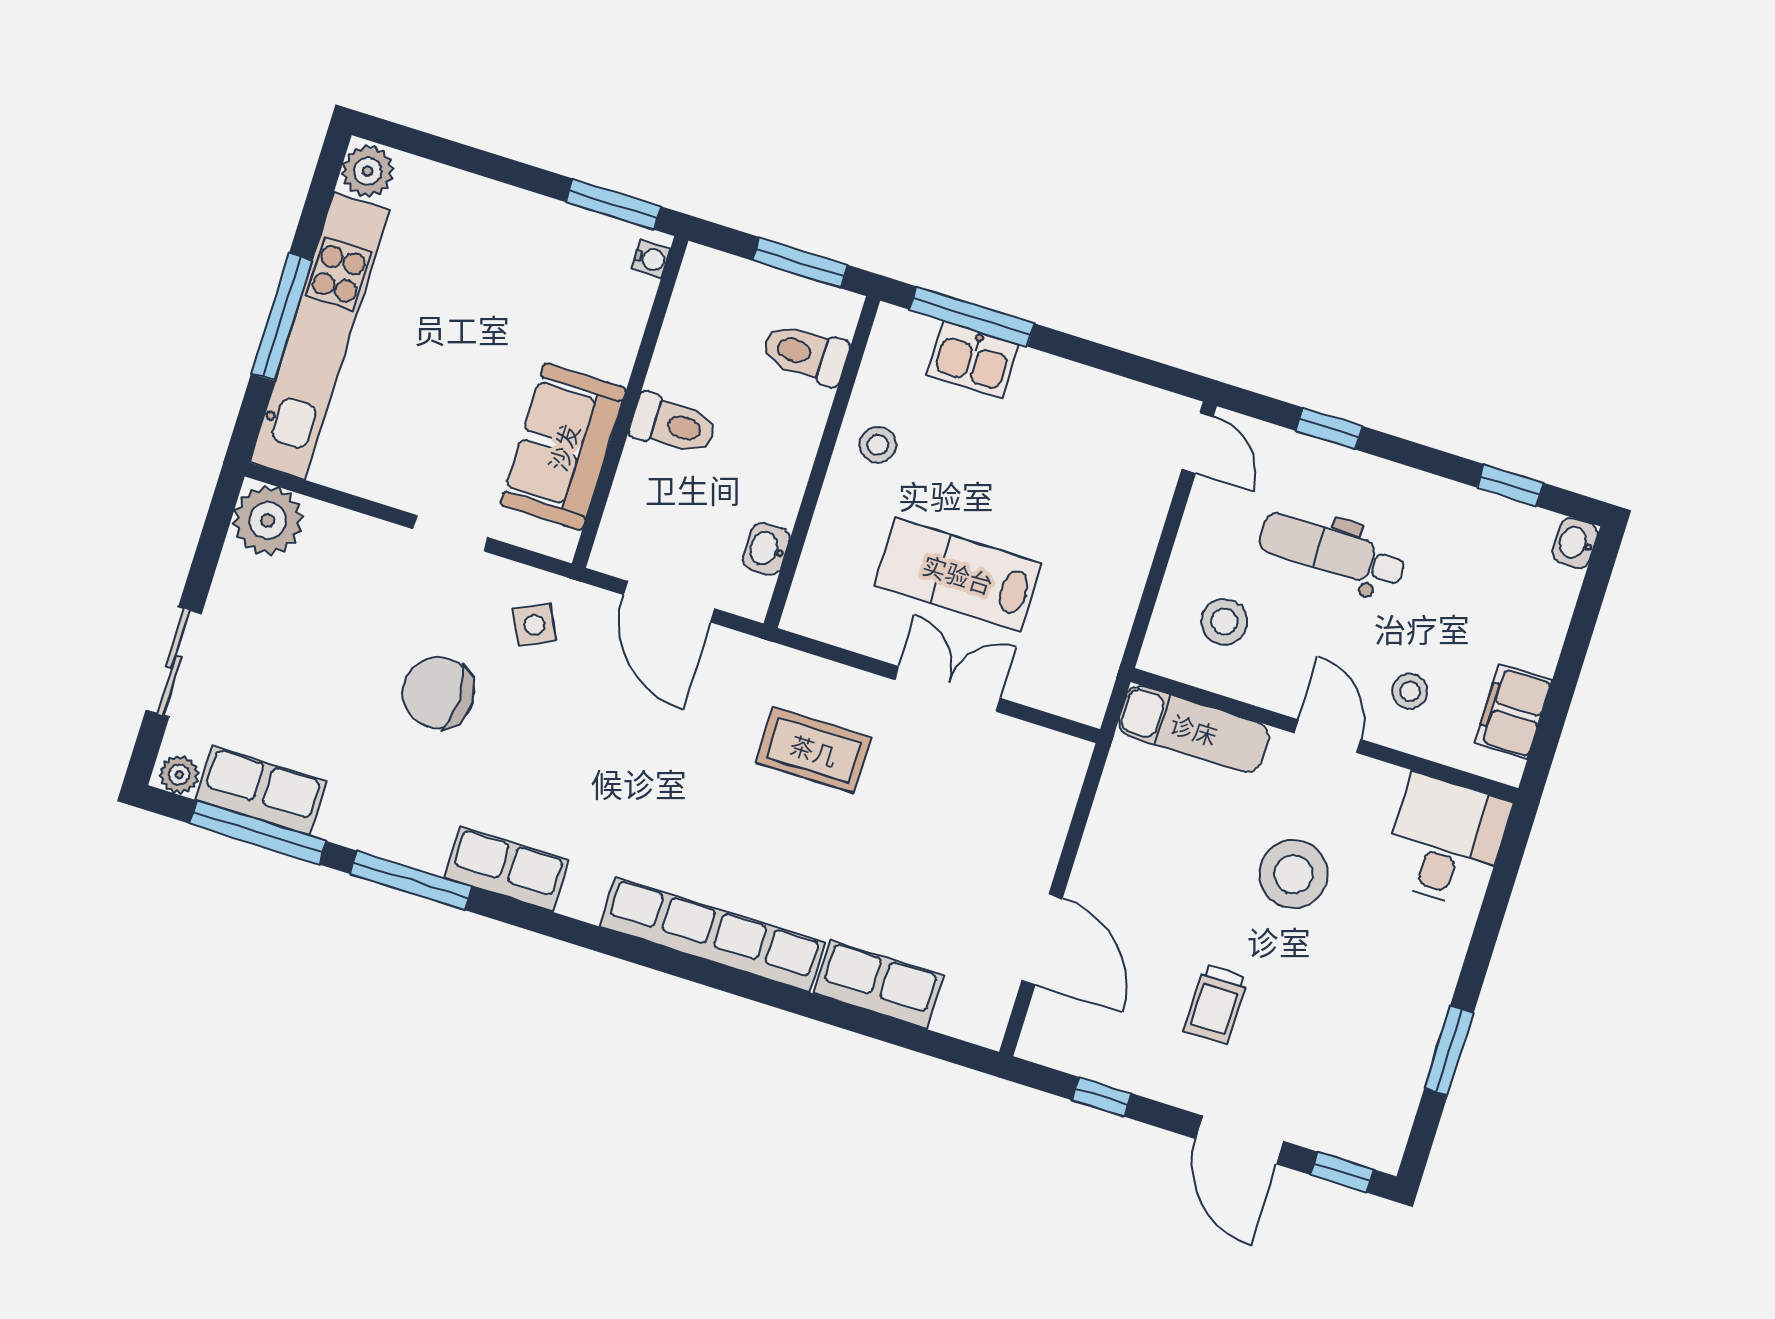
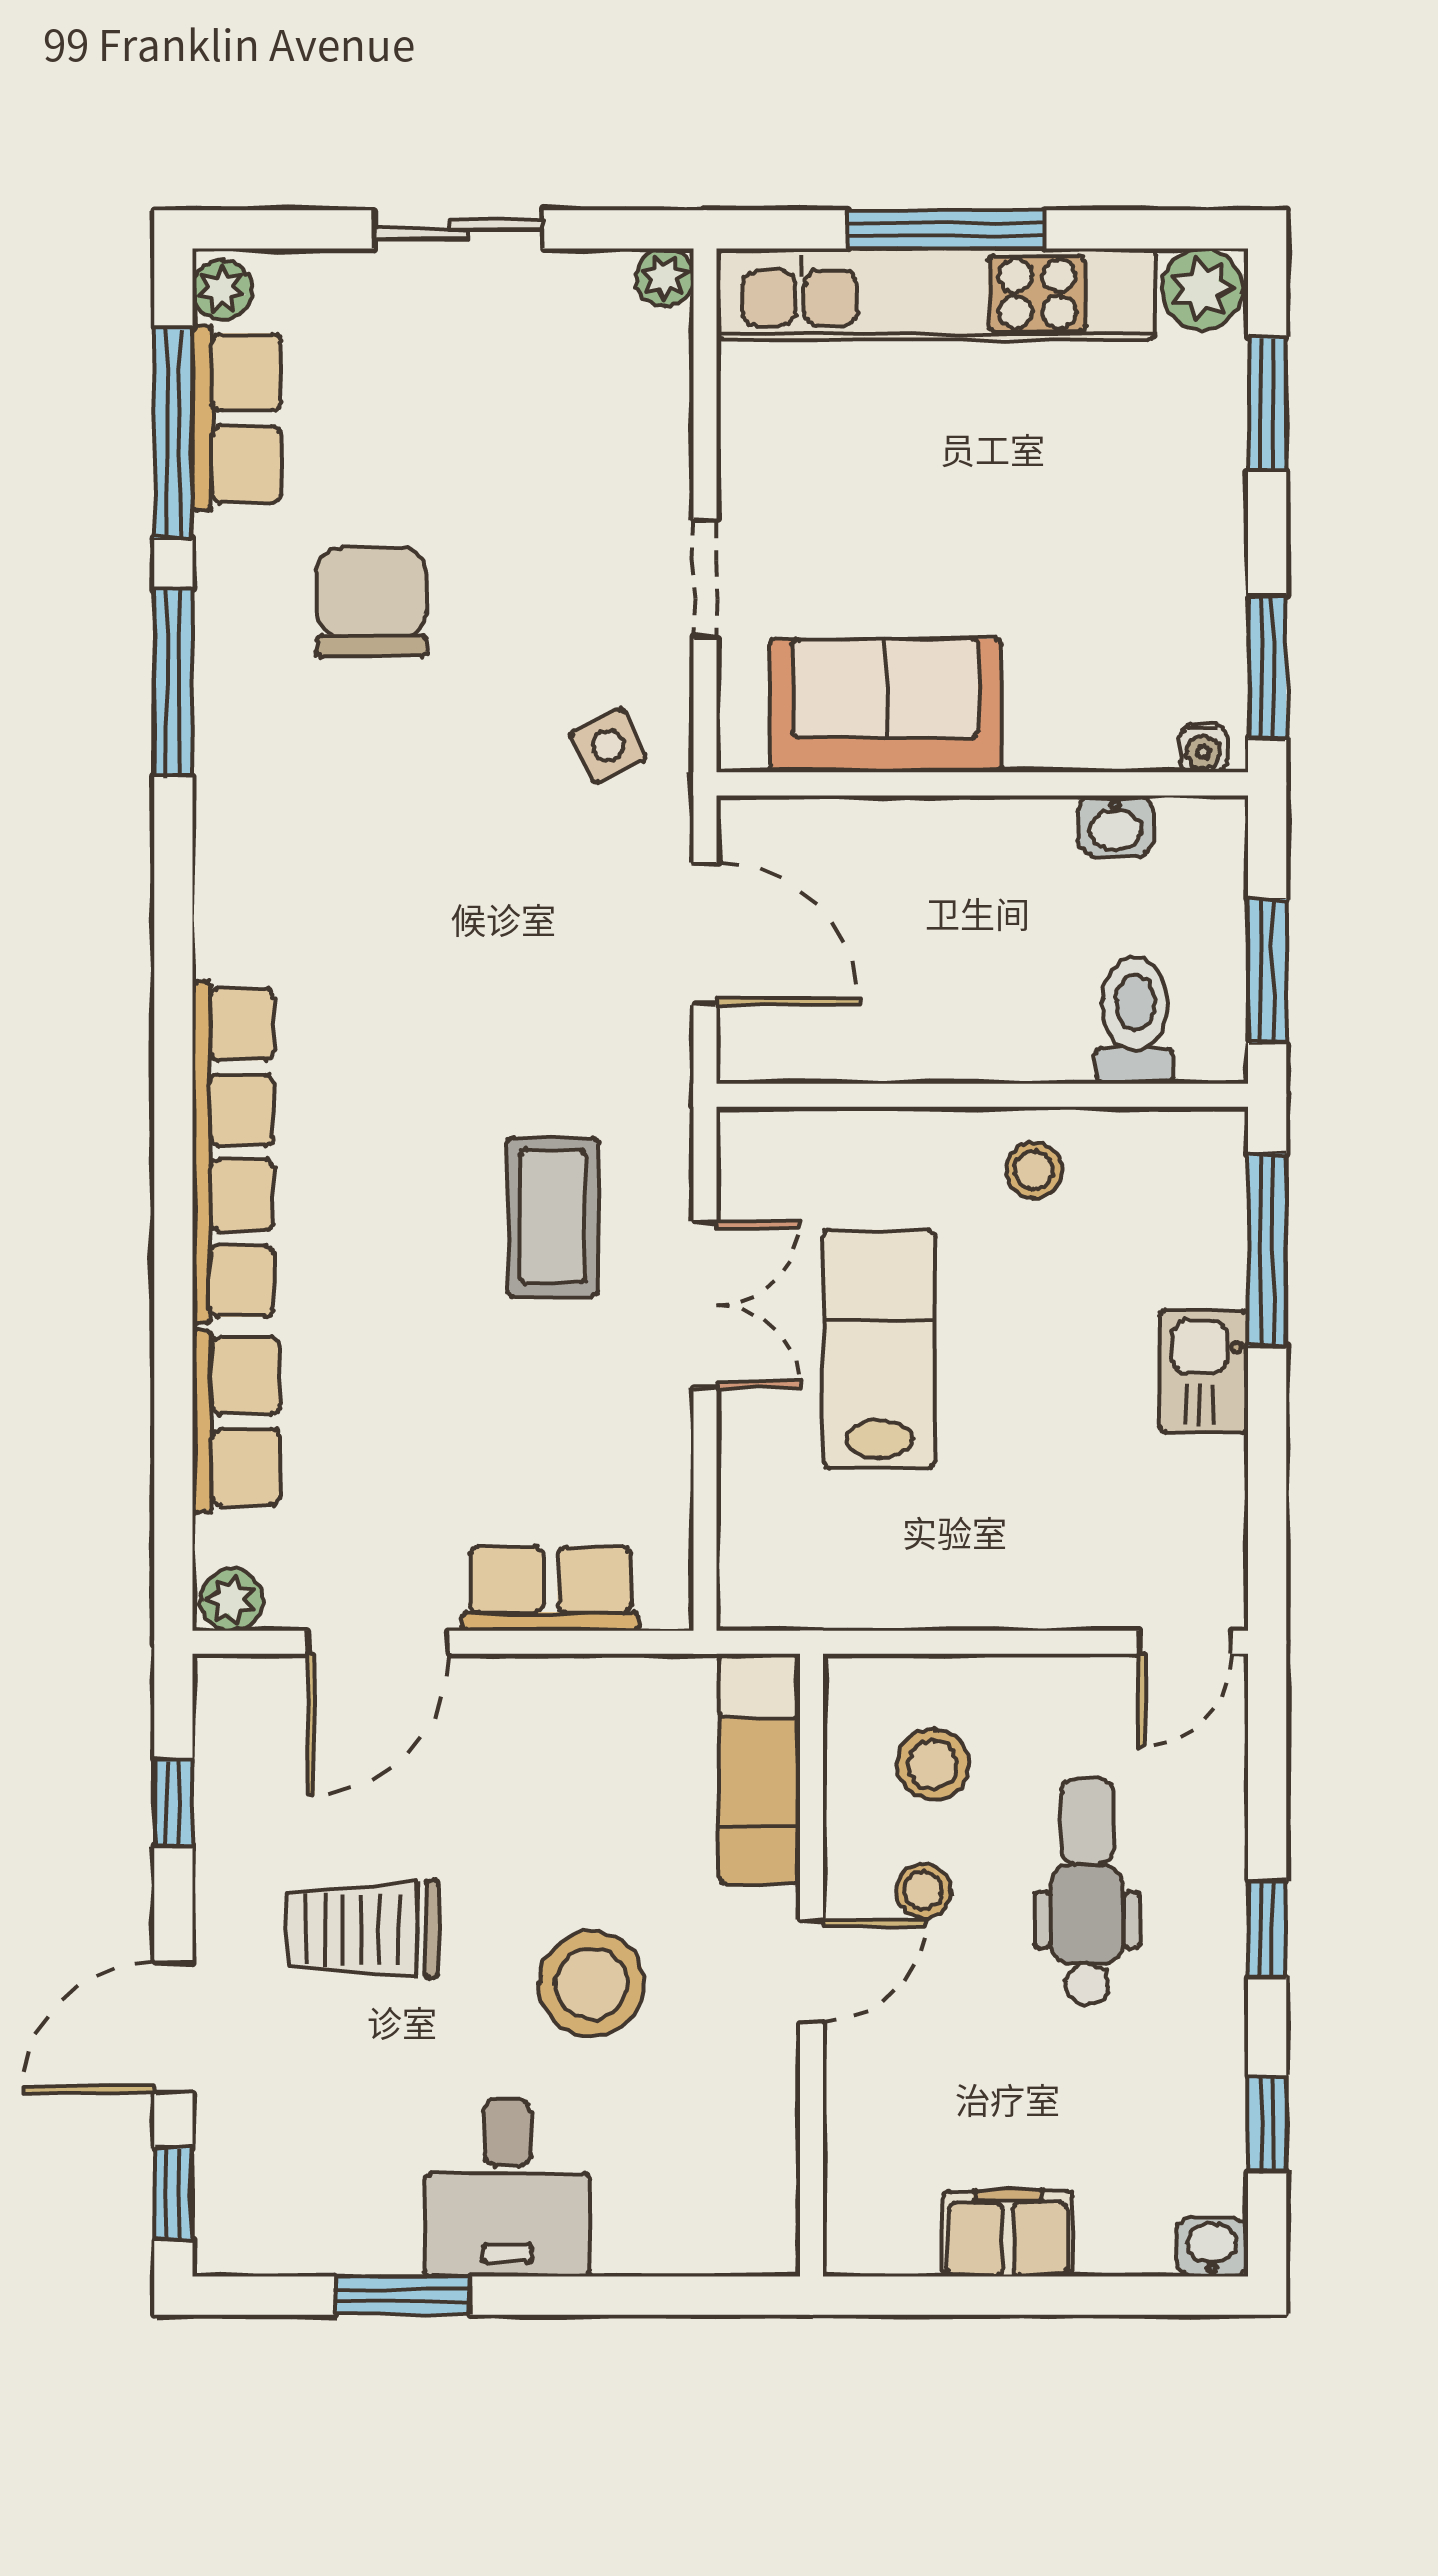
window: (451, 153) -> (1267, 404), added
kitchen sink: (973, 360) -> (1204, 1372), moved
toilet: (673, 425) -> (969, 858), removed
window: (1329, 428) -> (1267, 1929), moved
plant: (268, 520) -> (665, 277), width x0.53, depth x0.53
washbasin: (766, 549) -> (1116, 826), moved, turned 180
door: (669, 602) -> (705, 934), swing flipped
sliding door: (174, 662) -> (458, 229), moved
double door: (947, 689) -> (705, 1305), moved
stool: (1410, 691) -> (923, 1891), moved
chair: (438, 693) -> (372, 602), moved
filing cabinet: (1513, 712) -> (1008, 2233), moved
desk: (1446, 841) -> (507, 2187), moved, turned 90
row of seats: (506, 869) -> (551, 1589), moved, turned -90
trolley: (1216, 1005) -> (363, 1929), width x1.36, depth x1.39
plant: (988, 1022) -> (232, 1600), added

